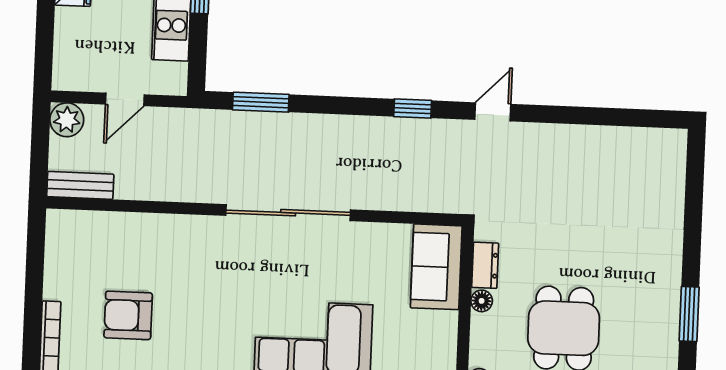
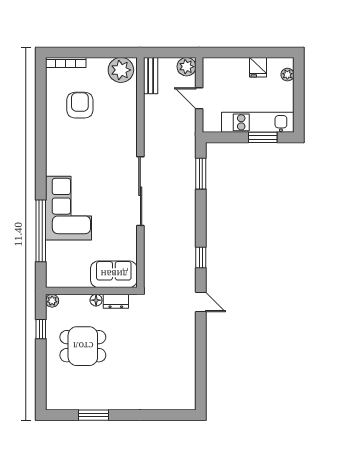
plant: (68, 239) -> (121, 70), added

